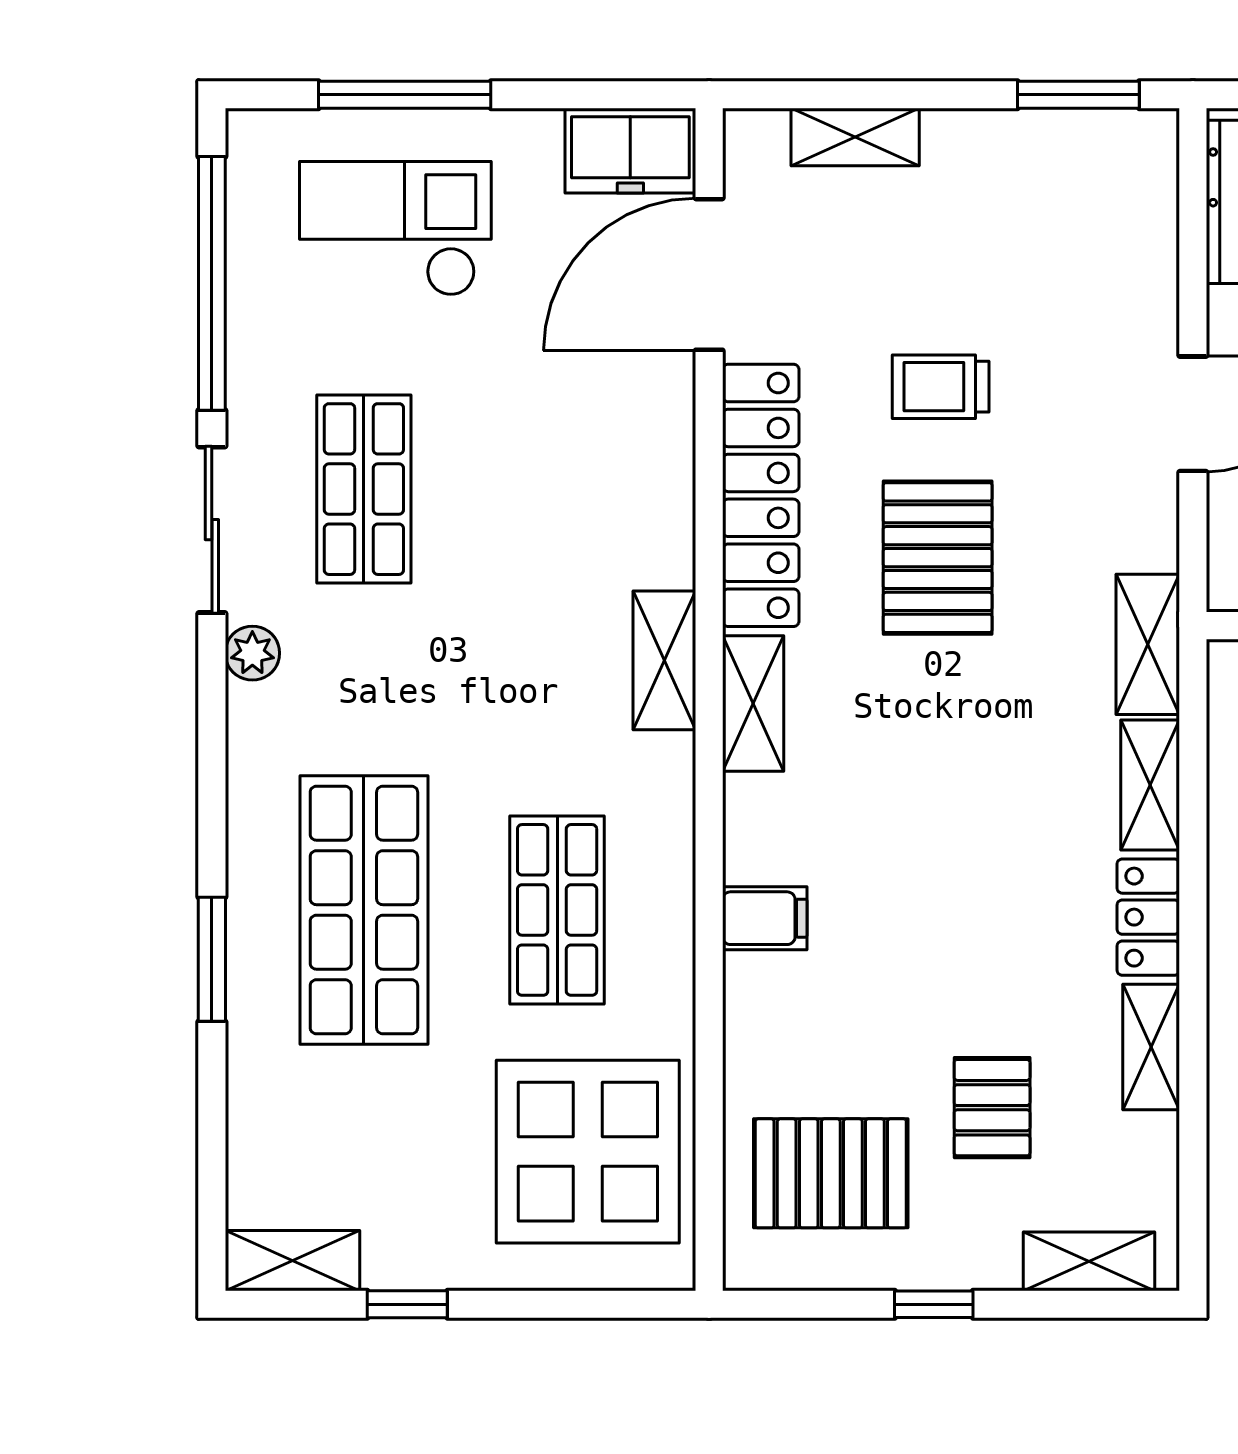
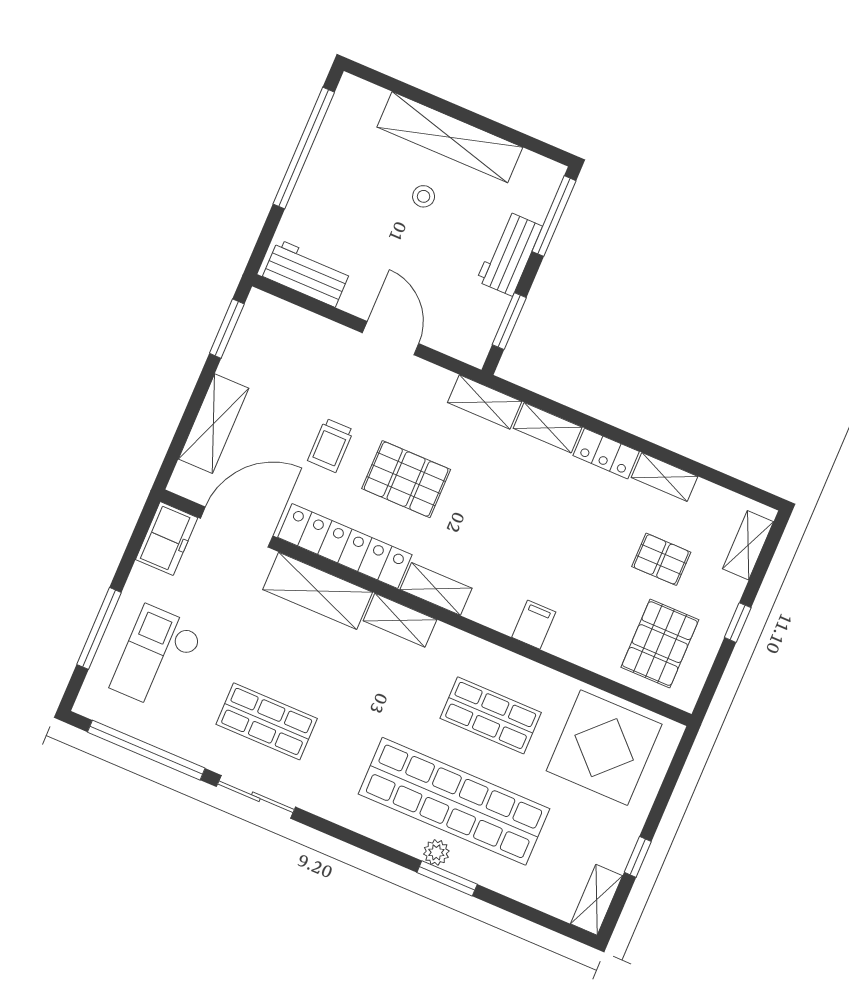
shelving: (855, 137) -> (214, 424), width x1.50, depth x1.33
door: (709, 274) -> (237, 527), swing flipped
shelving: (653, 480) -> (318, 591), added
plant: (252, 653) -> (436, 852), moved
shop shelf: (364, 910) -> (454, 801), width x1.40

